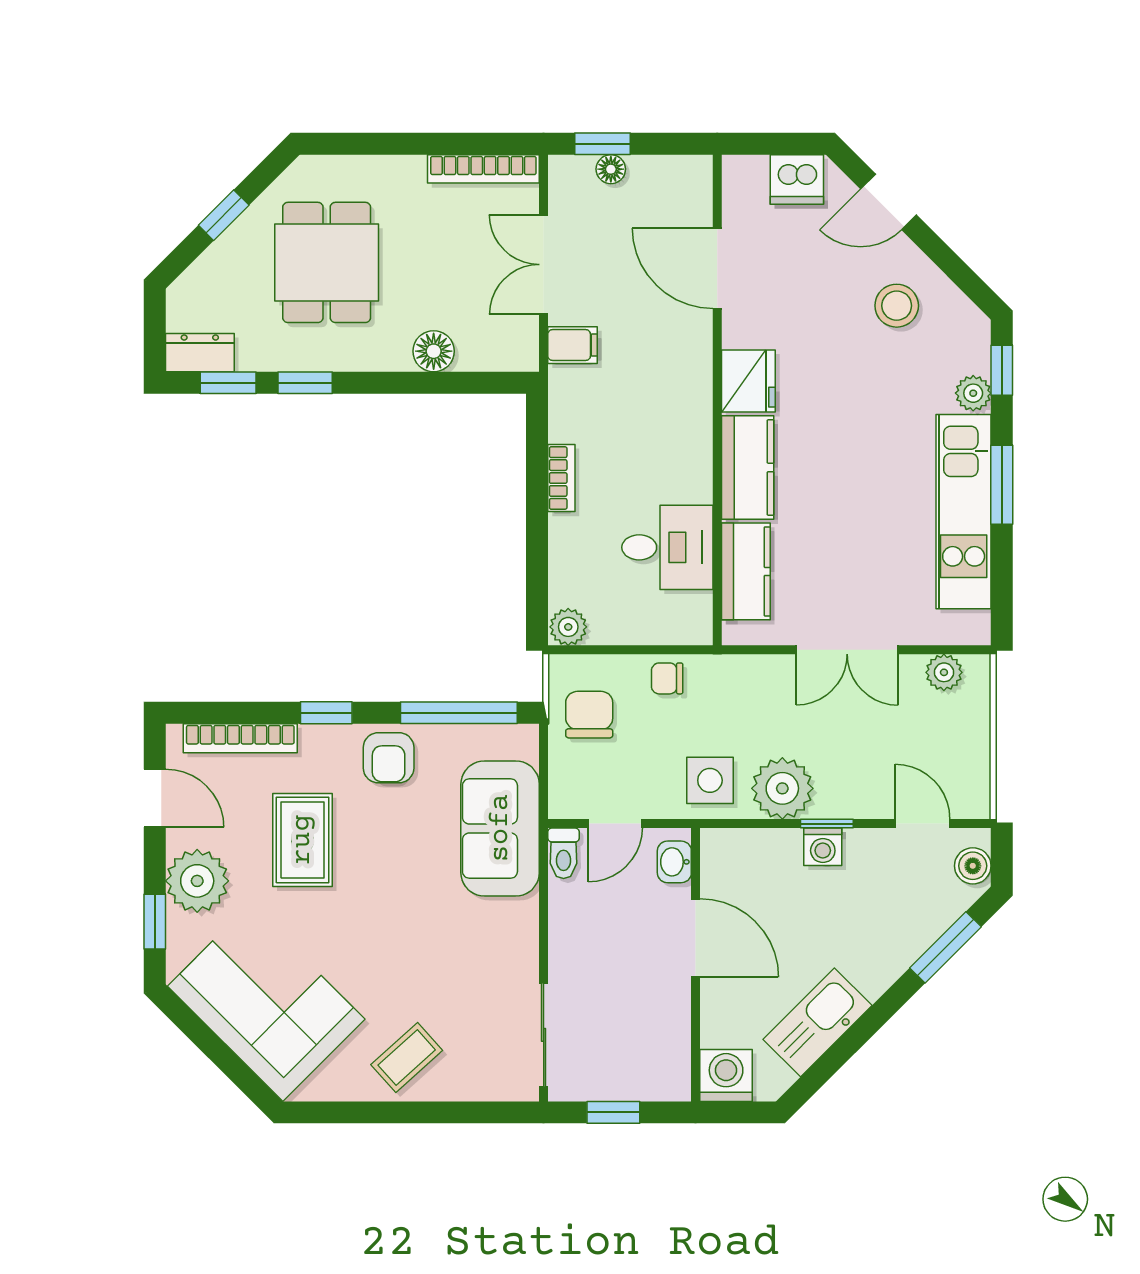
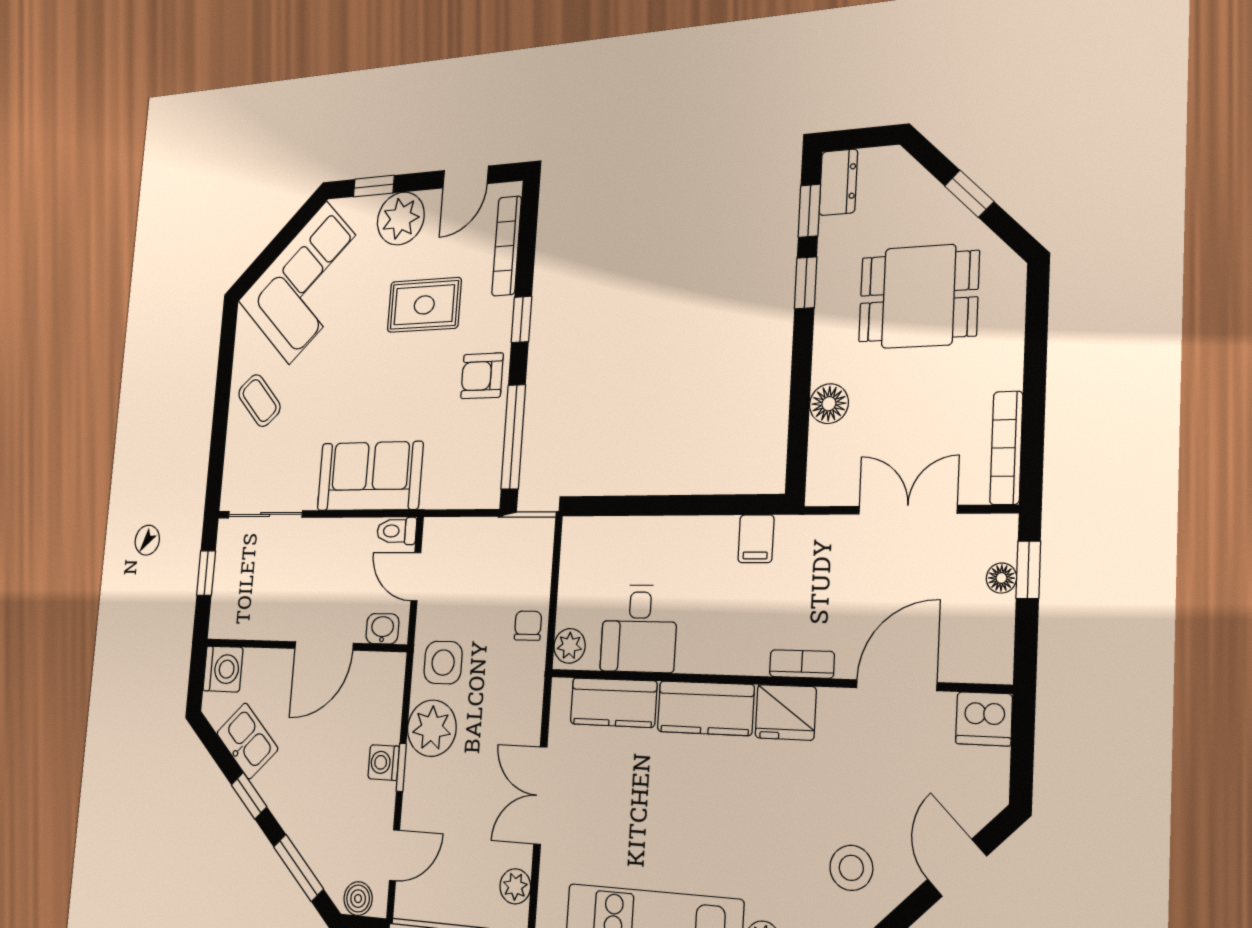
dishwasher: (797, 179) -> (984, 719), moved, turned -90
filing cabinet: (573, 345) -> (756, 539), moved
bookcase: (561, 478) -> (802, 664), moved, turned 180
plant: (568, 627) -> (570, 646), moved
chair: (589, 715) -> (503, 554), removed
sofa: (500, 828) -> (370, 476), moved
kitchen sink: (817, 1022) -> (247, 741), width x0.73
window: (870, 1023) -> (249, 796), added

